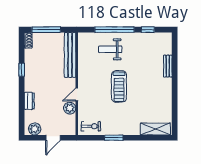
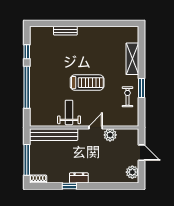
weight bench: (110, 49) -> (69, 112), moved, turned 180
door: (77, 94) -> (96, 127), swing flipped
dresser: (29, 101) -> (79, 178), moved
exercise bike: (91, 126) -> (127, 97), moved
shelving: (155, 129) -> (132, 59), moved

